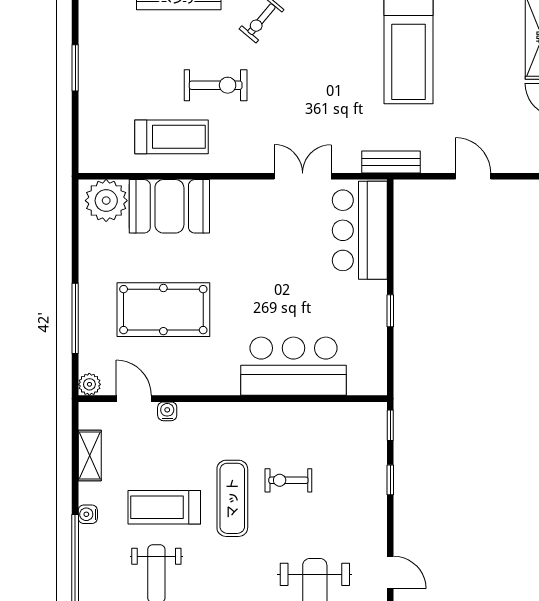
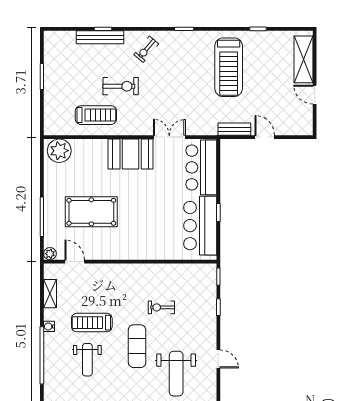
bench: (391, 162) -> (234, 129), moved
booth: (169, 206) -> (131, 154), moved
bar counter: (293, 366) -> (200, 226), moved, turned -90
water cooler: (167, 411) -> (93, 269), removed
exercise mat: (232, 498) -> (137, 346), moved

